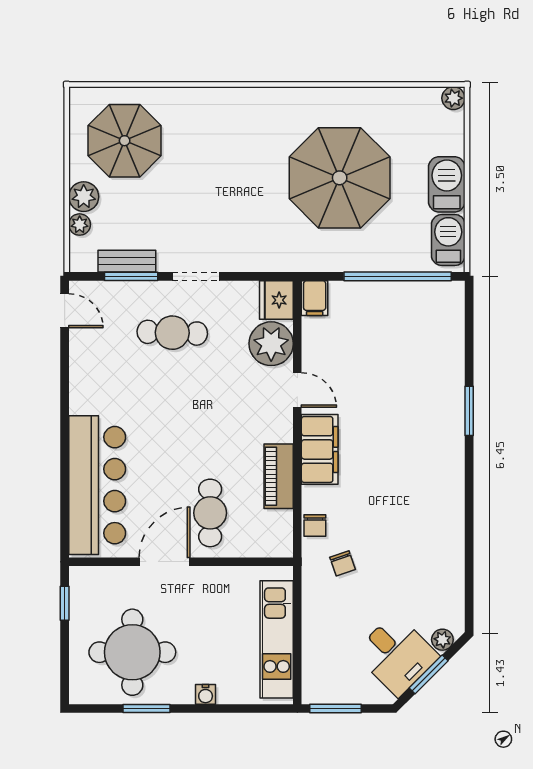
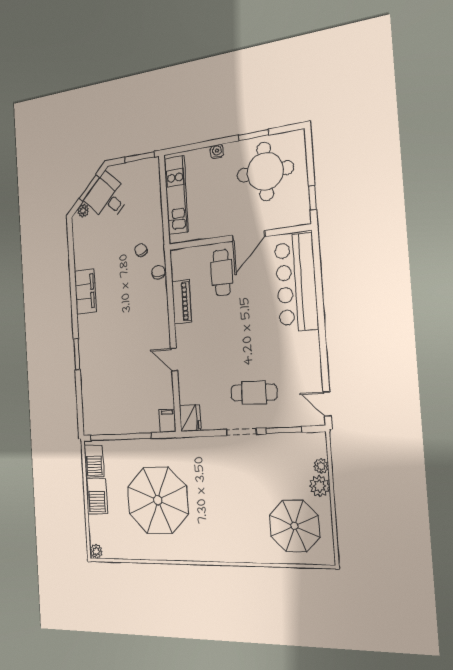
bench: (127, 261) -> (287, 441), removed
plant: (271, 344) -> (192, 389), removed
filing cabinet: (320, 449) -> (85, 292), moved, turned 180

